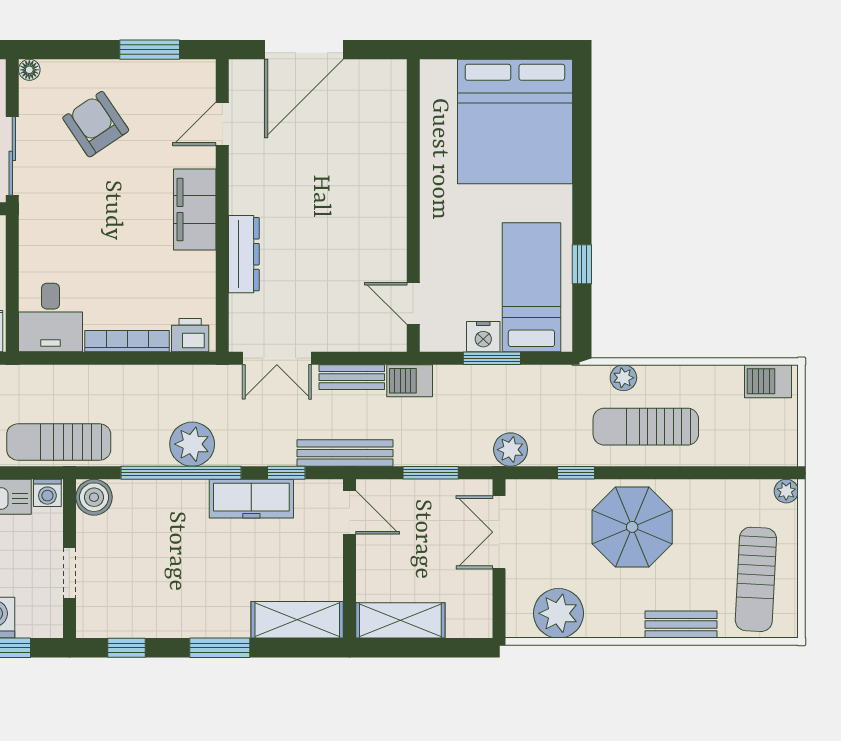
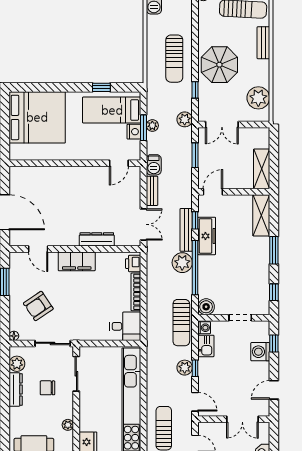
plant: (623, 378) -> (152, 126), moved
bench: (345, 453) -> (186, 230), moved

